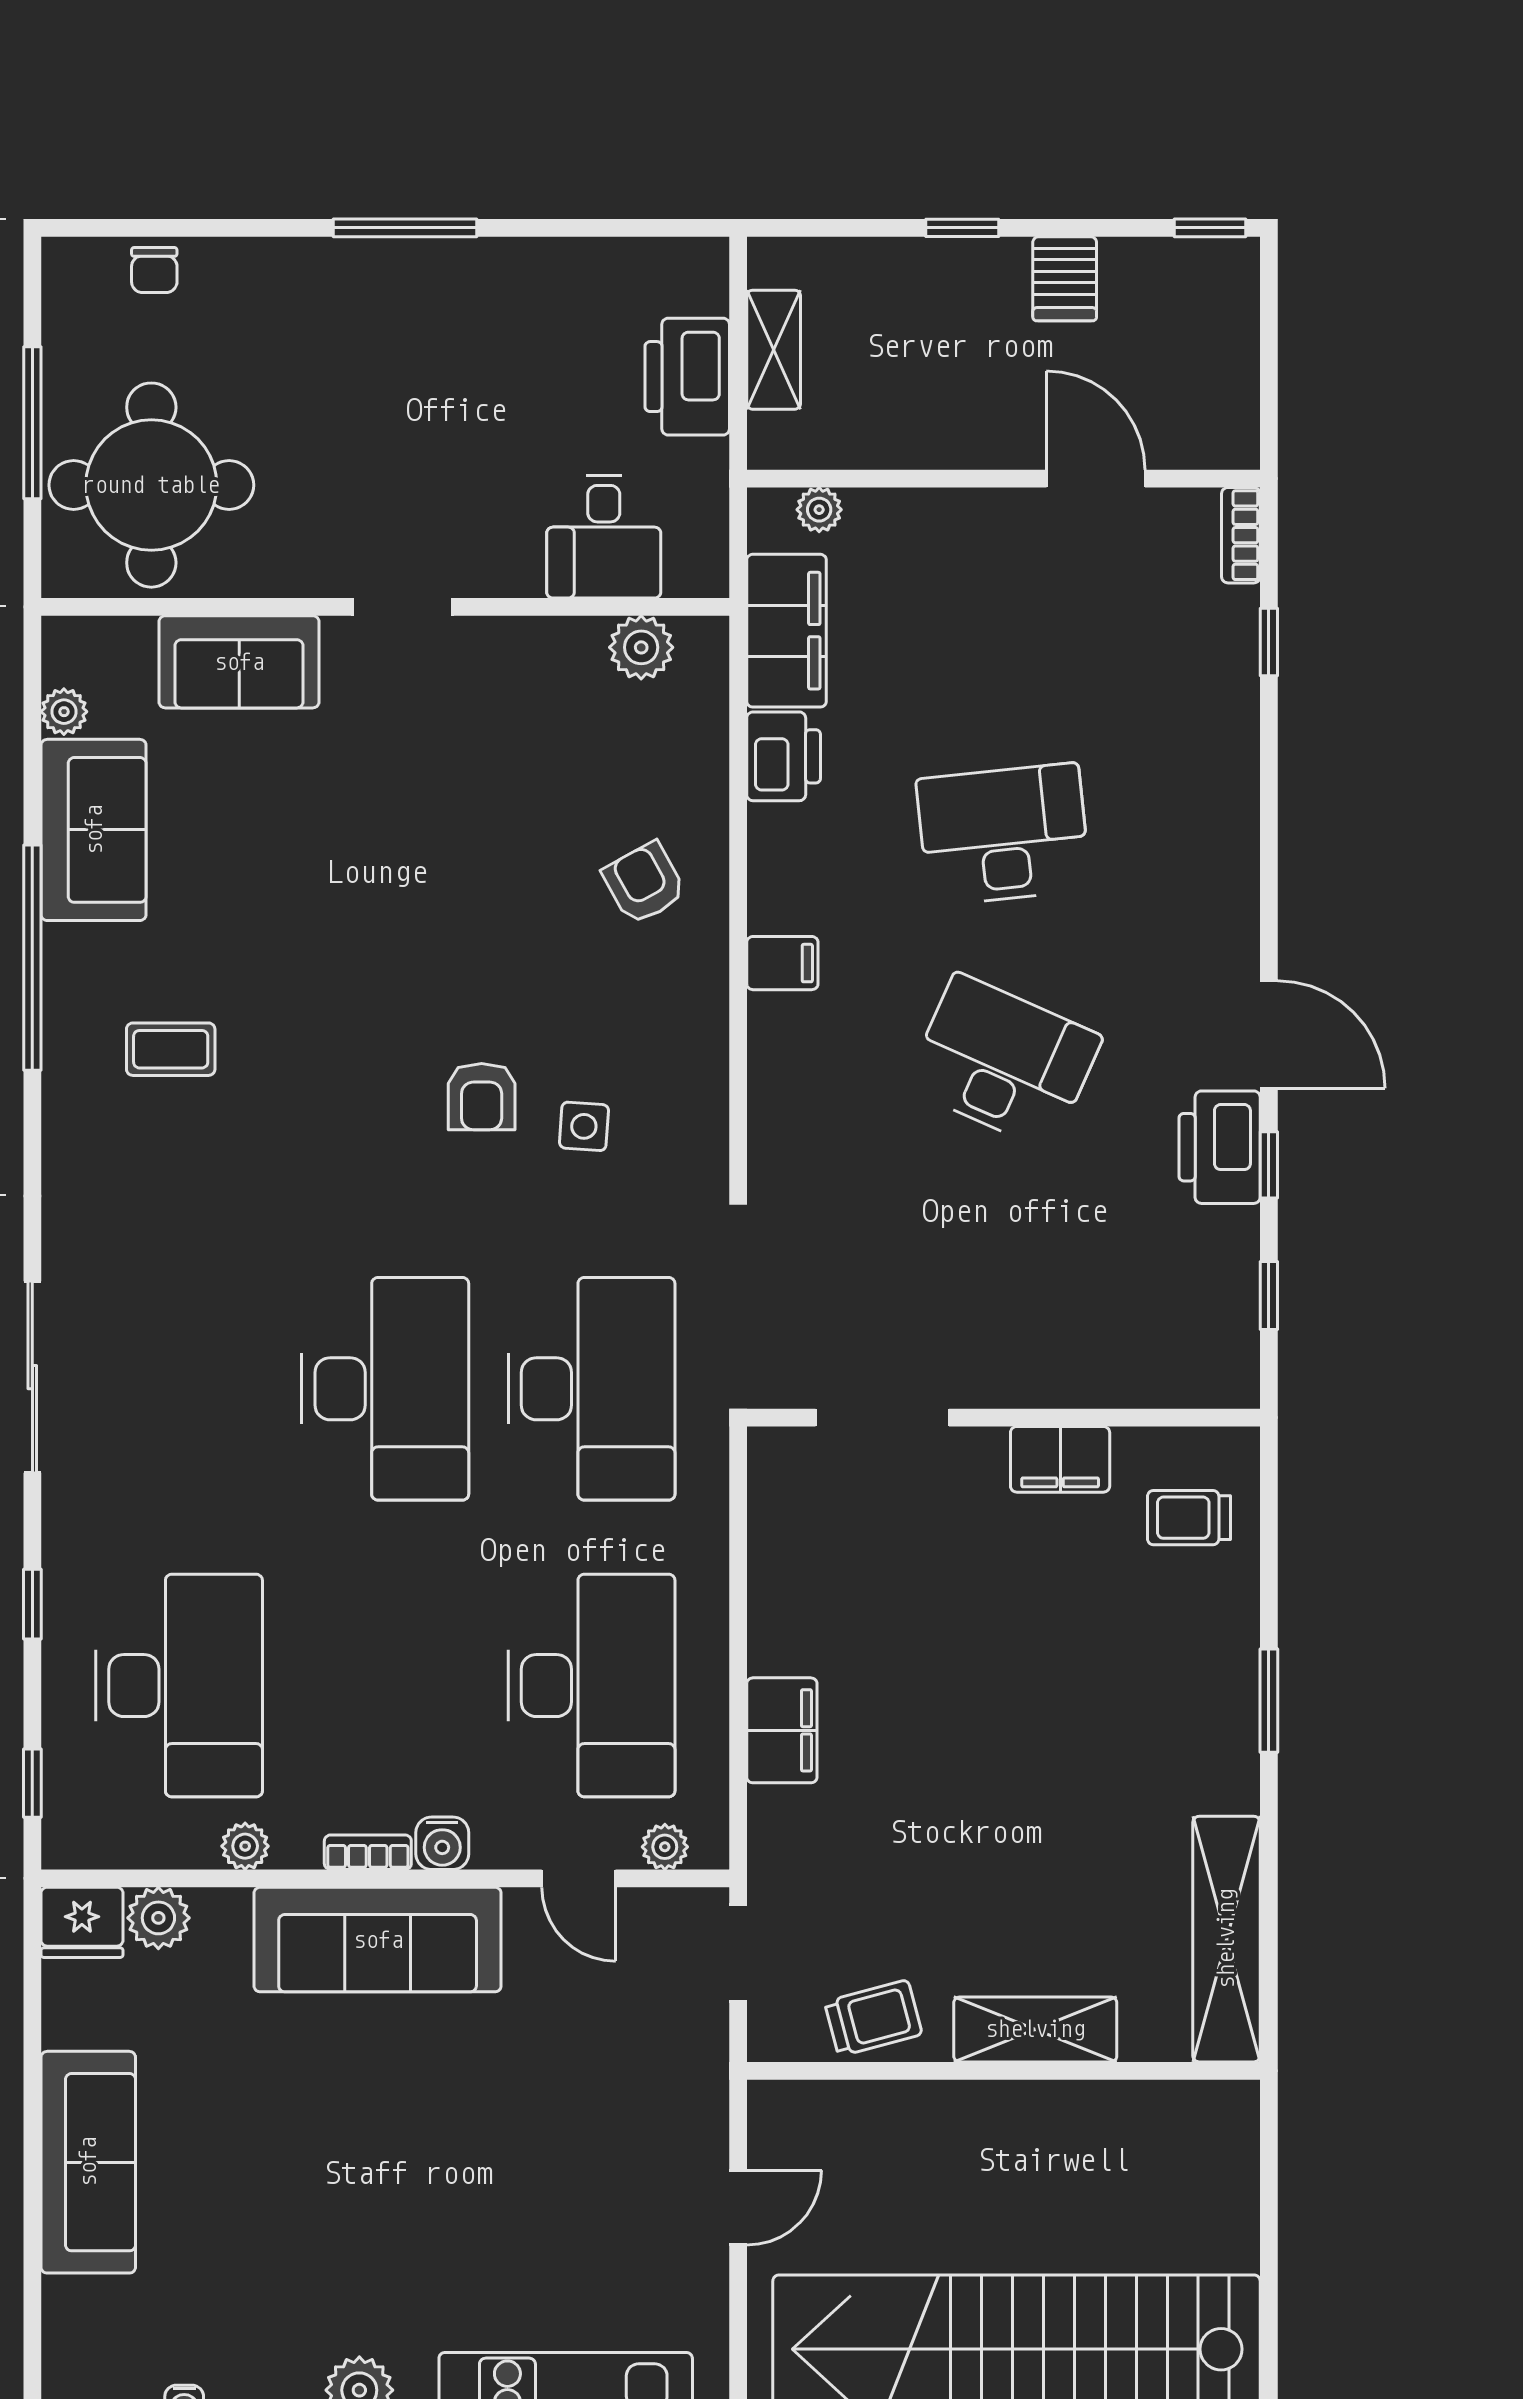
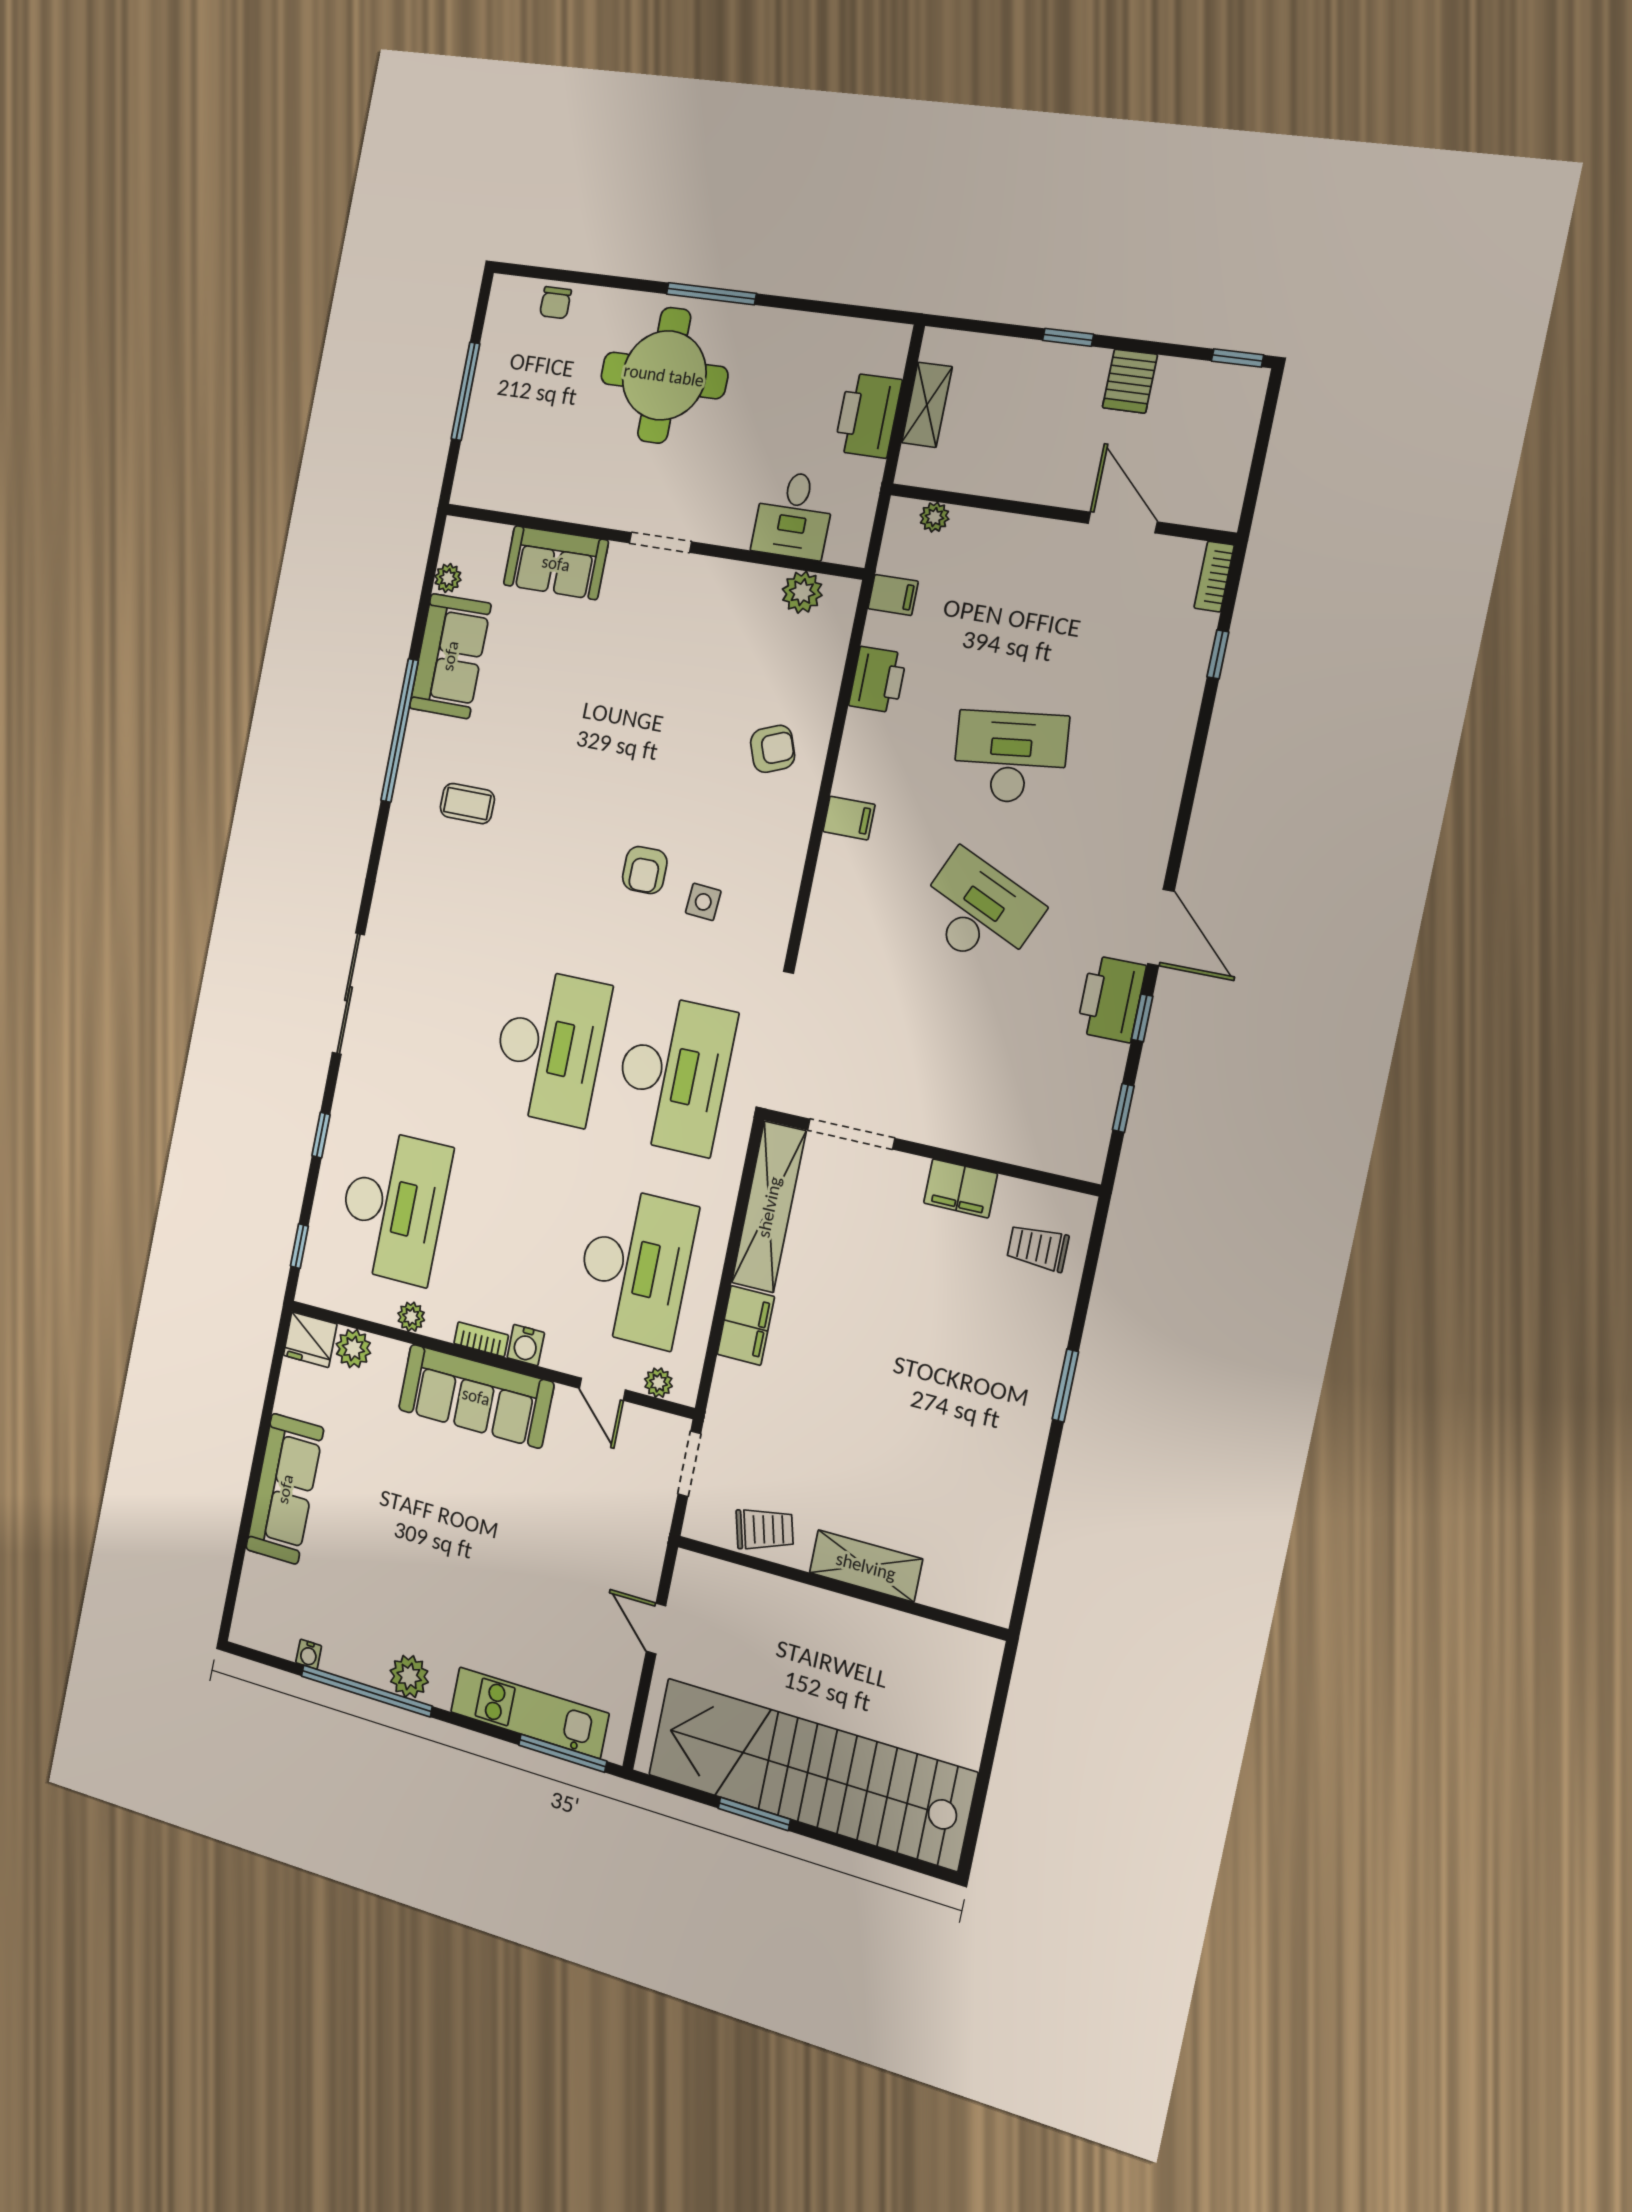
round table: (151, 485) -> (664, 375), moved
filing cabinet: (786, 631) -> (893, 595), width x0.33, depth x0.86
armchair: (644, 883) -> (773, 749), turned 98
shelving: (1226, 1939) -> (769, 1207), moved
door: (738, 2207) -> (656, 1629), swing flipped

